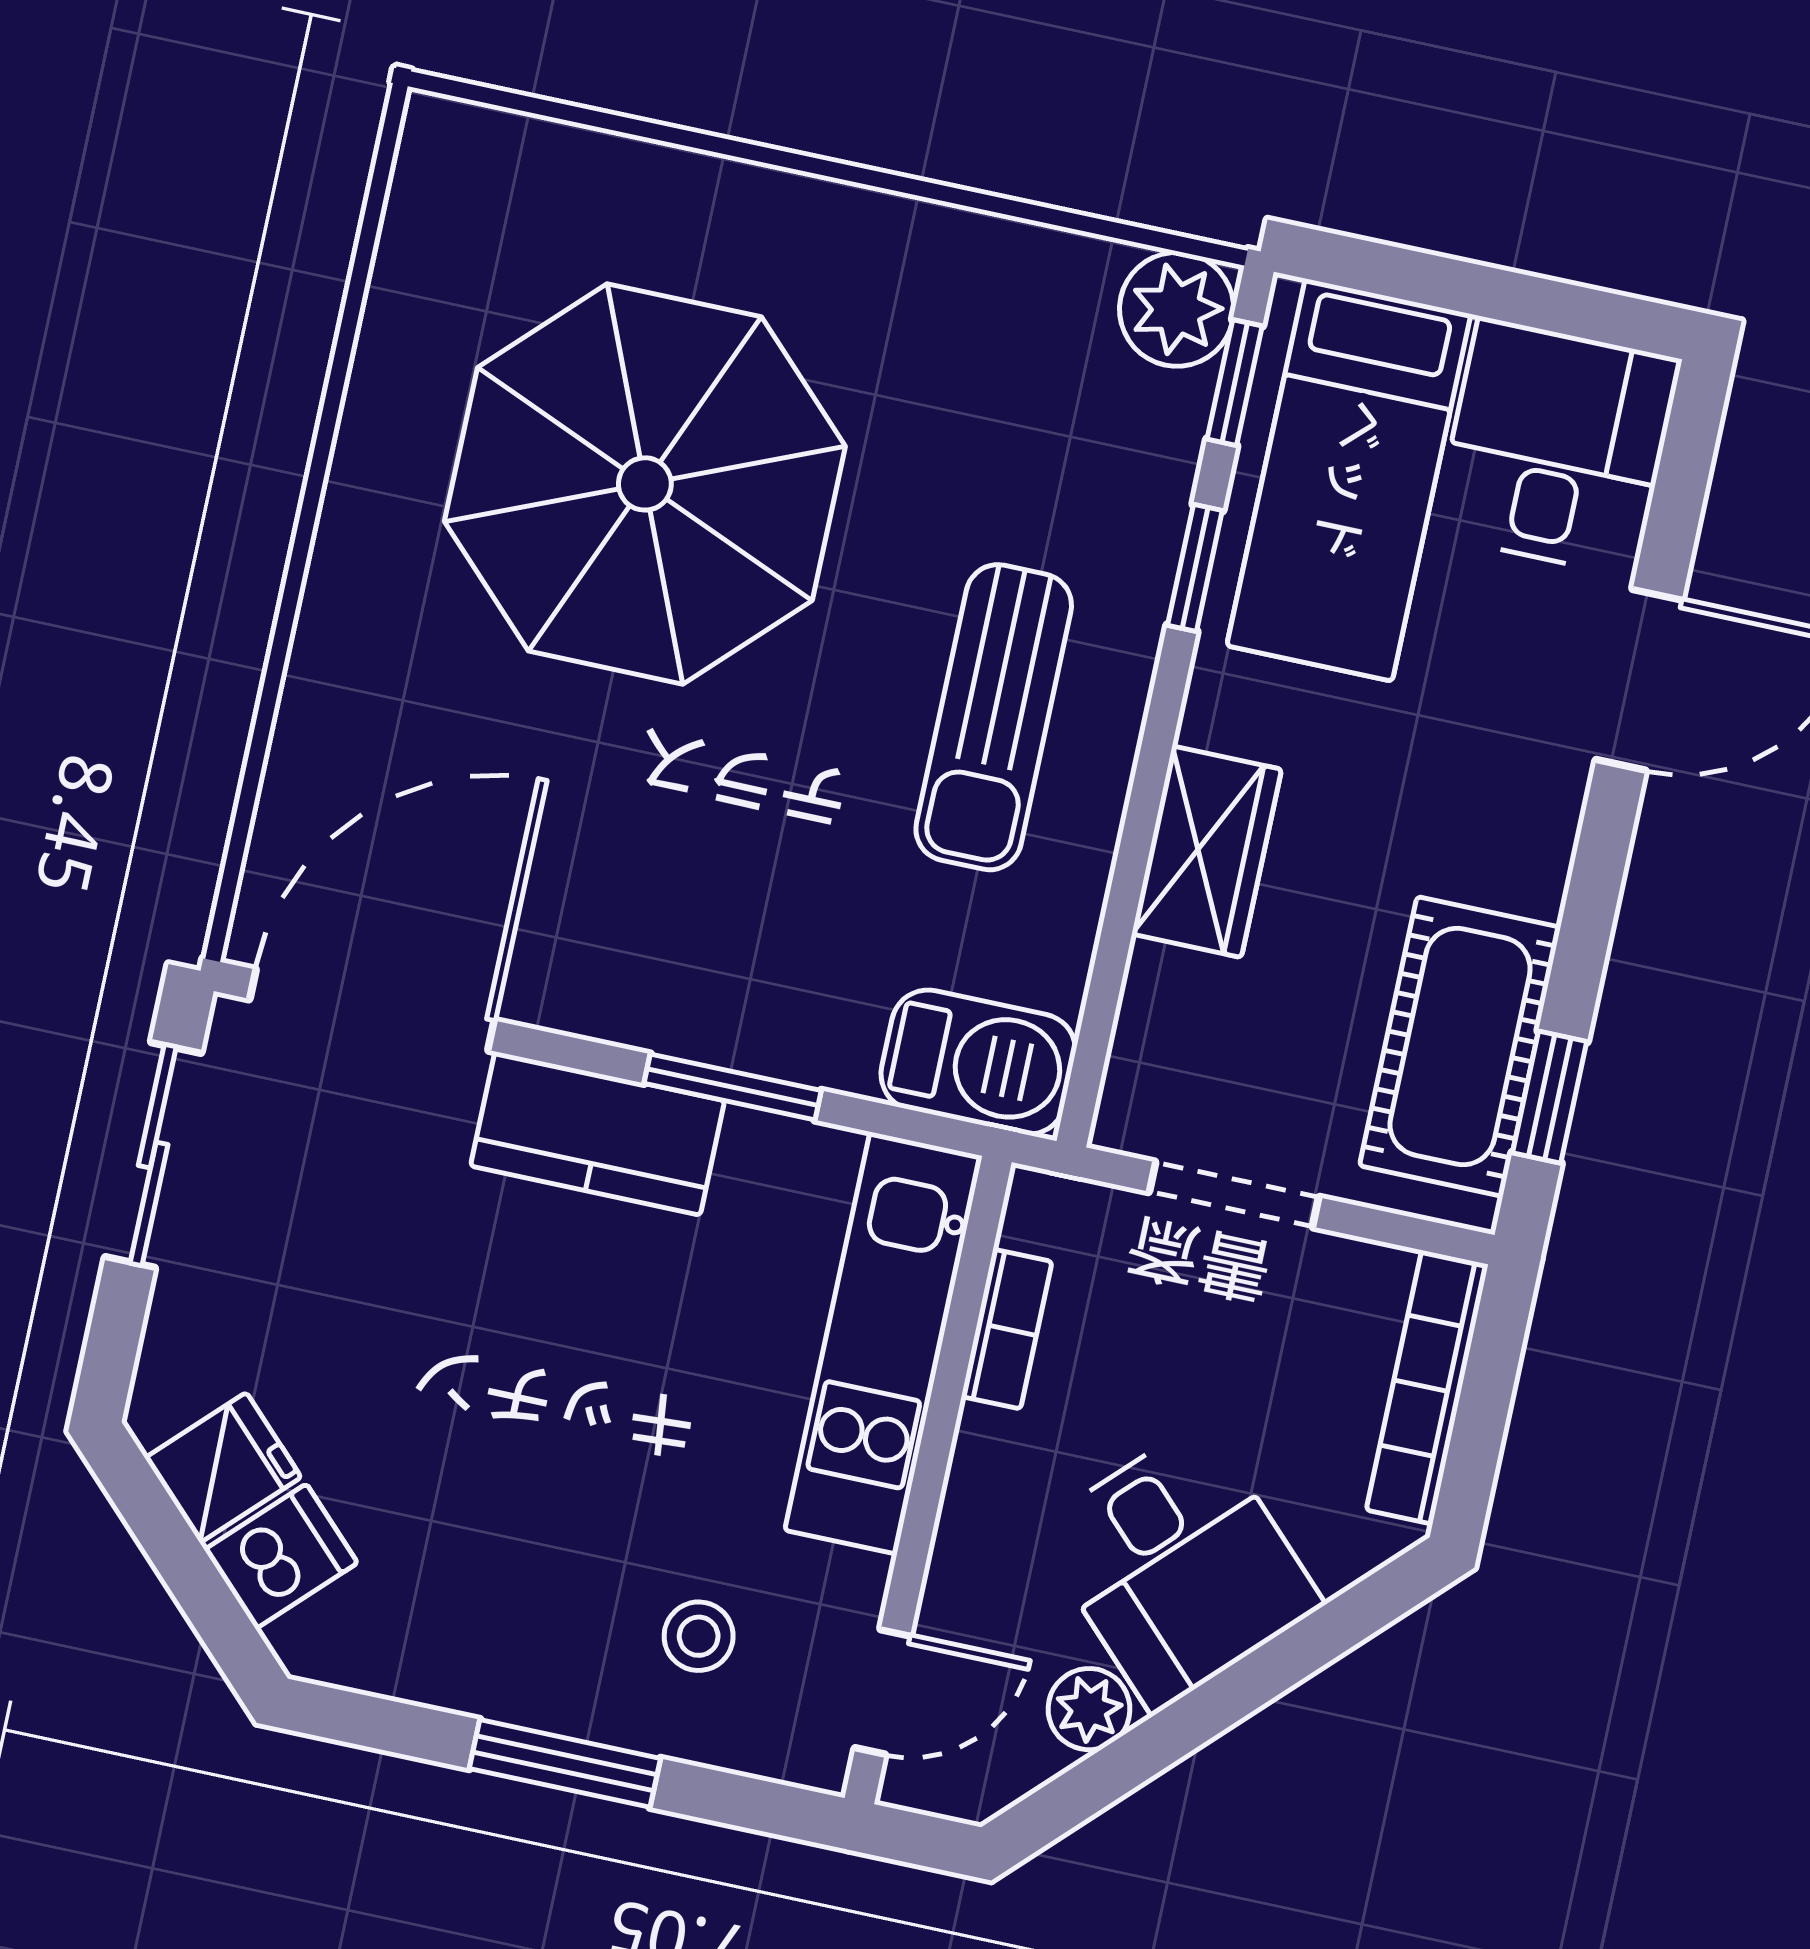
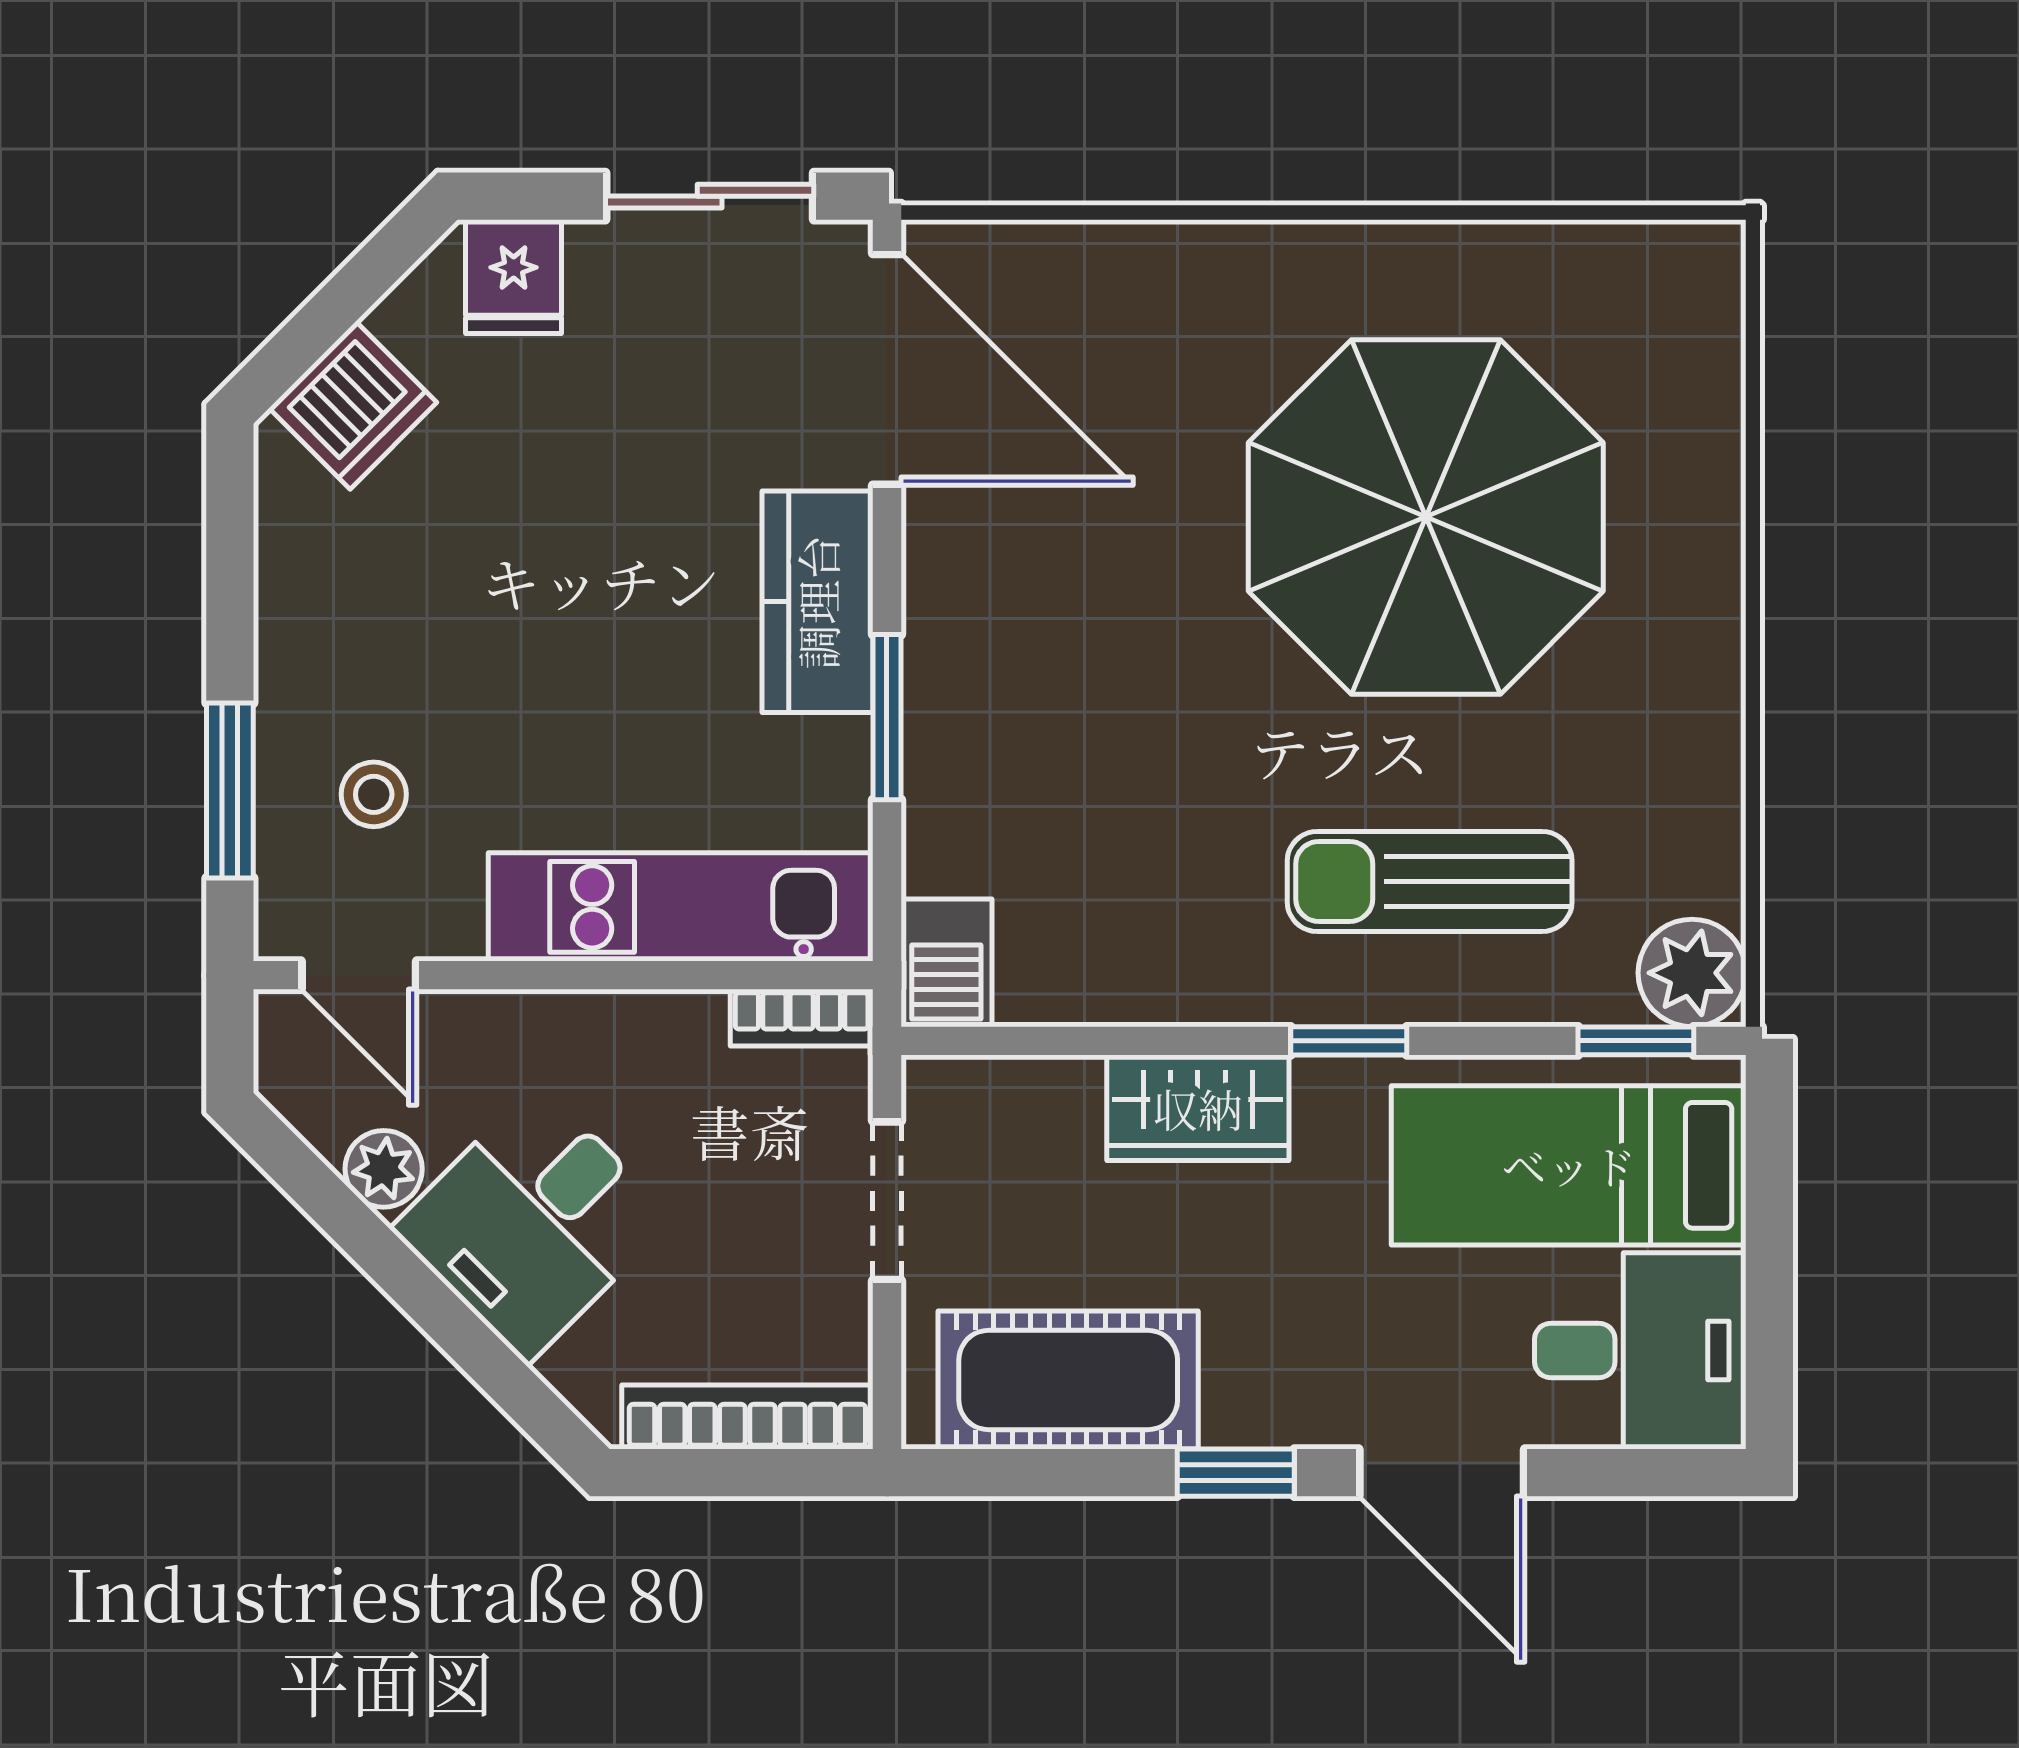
window: (1195, 568) -> (1349, 1041), moved
sun lounger: (994, 717) -> (1430, 881), moved
barbecue: (978, 1062) -> (946, 963), width x0.73, depth x0.79
window: (1550, 1097) -> (1236, 1473), moved
bookcase: (1007, 1329) -> (802, 1018), moved
fridge: (223, 1468) -> (514, 277), moved, turned 45
dishwasher: (281, 1556) -> (353, 405), width x1.38
window: (565, 1763) -> (230, 790), moved

